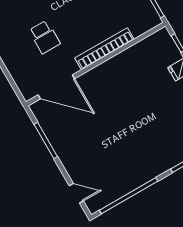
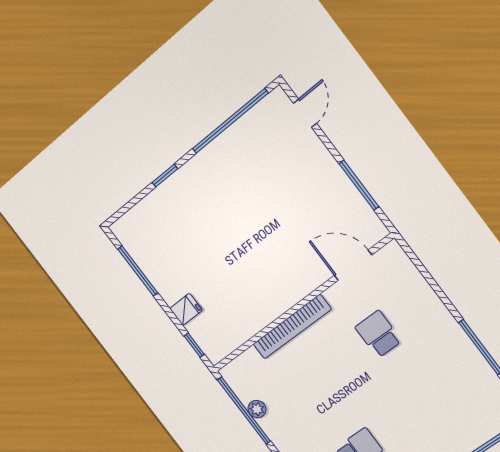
door: (56, 87) -> (353, 265), width x0.73
door: (76, 193) -> (305, 113), swing flipped

